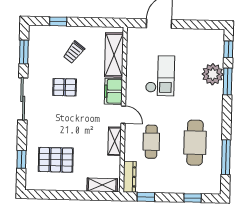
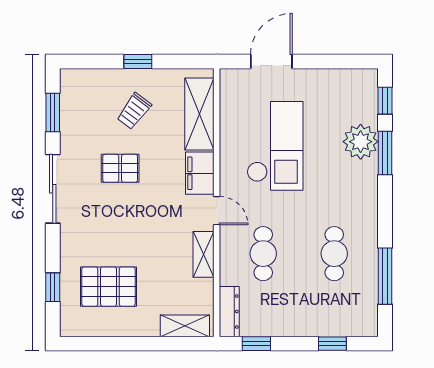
window: (58, 21) -> (138, 62), moved
checkout: (160, 76) -> (275, 146), width x1.36, depth x1.21
cafe table: (195, 143) -> (334, 254), width x0.73, depth x0.74

